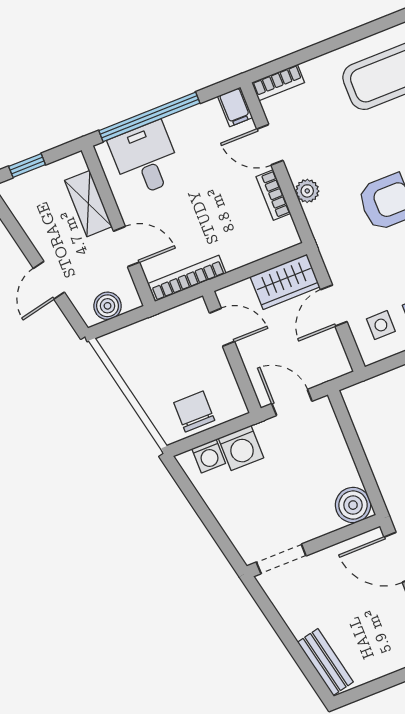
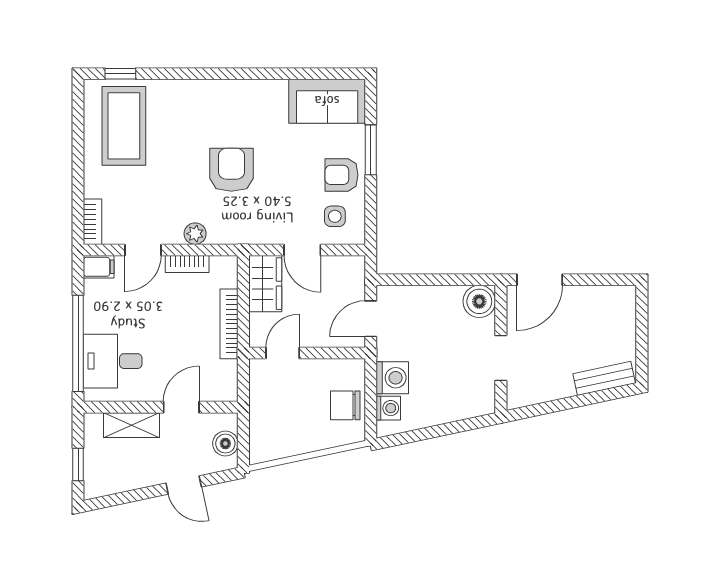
bookcase: (187, 278) -> (229, 324), moved
doorway: (281, 559) -> (501, 358), moved

